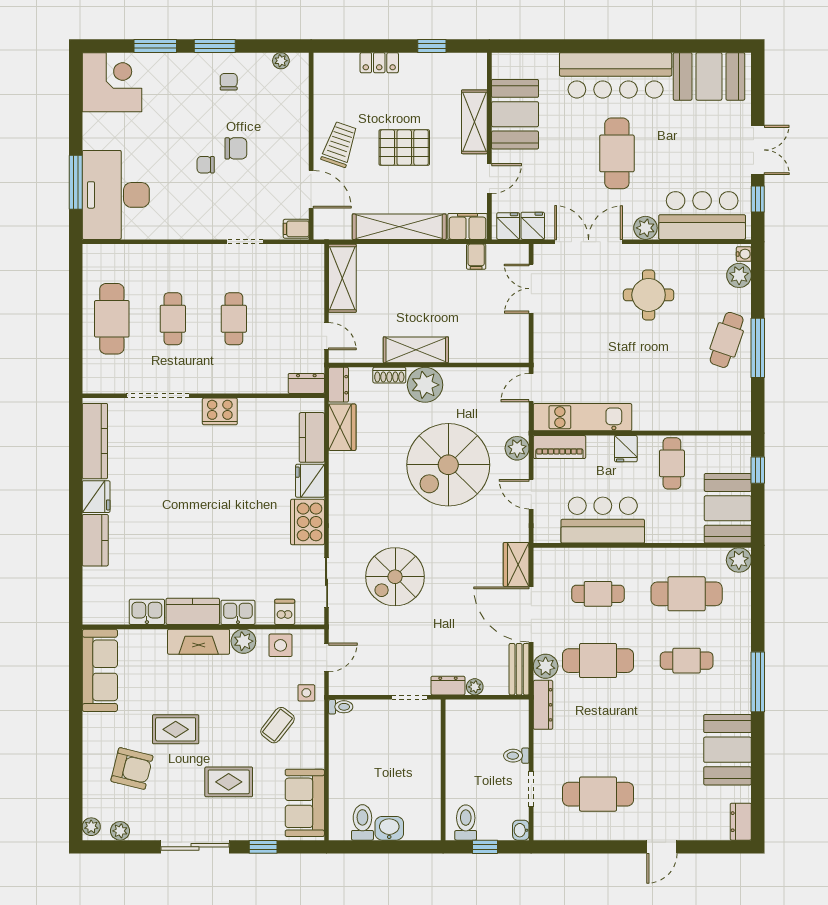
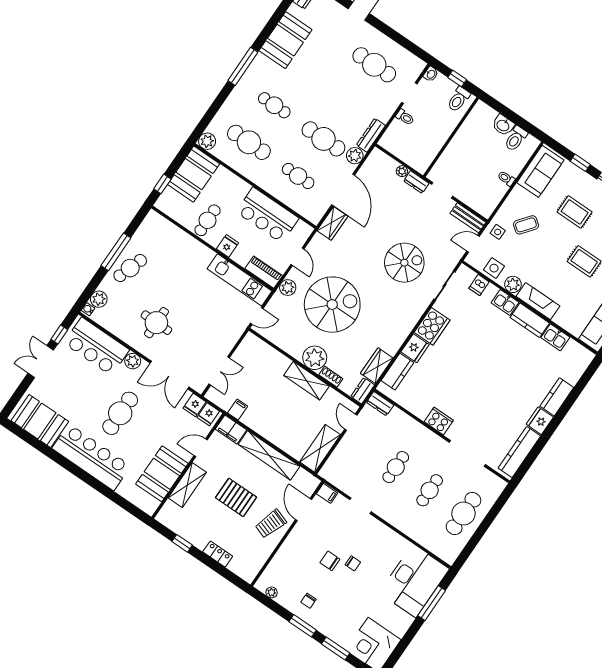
bench: (519, 669) -> (468, 218), moved, turned 90
toilet: (341, 707) -> (506, 178), moved

